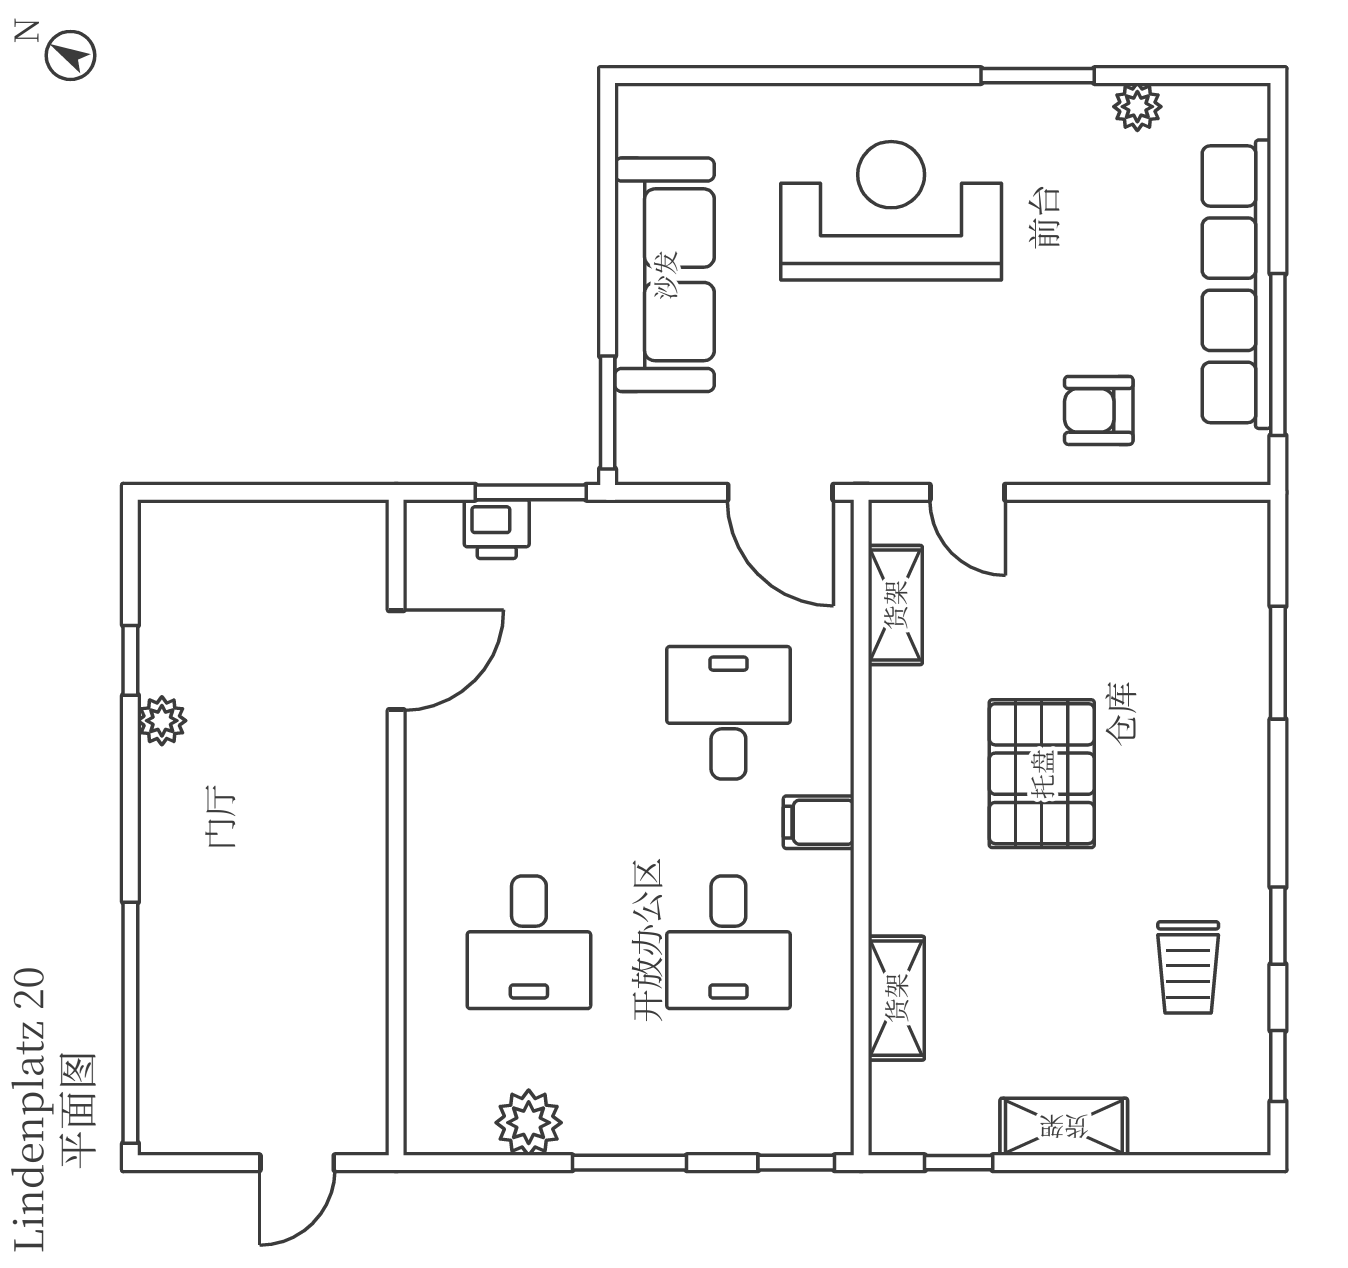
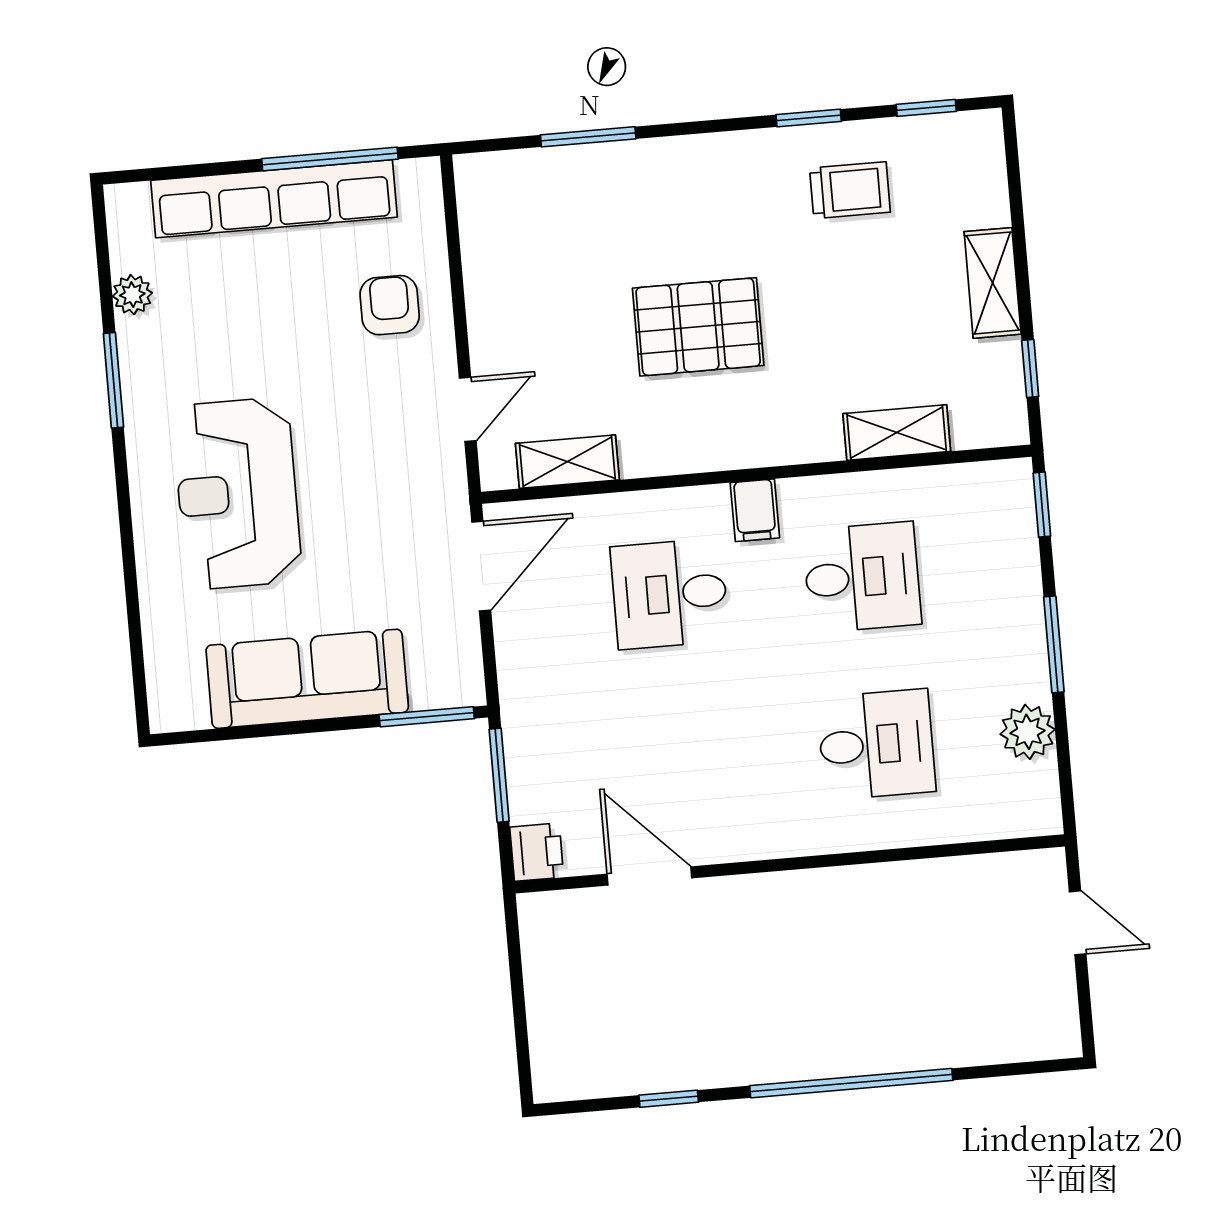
armchair: (1099, 410) -> (390, 305), turned 180
printer: (497, 529) -> (537, 852), moved
plant: (162, 721) -> (717, 1068), removed
window: (130, 1023) -> (851, 1083), moved

